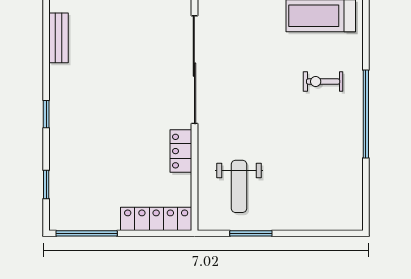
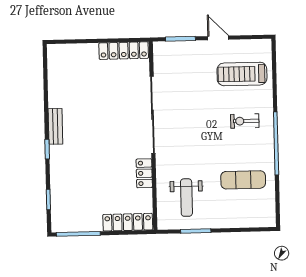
bench: (59, 38) -> (55, 126), moved
exercise mat: (319, 164) -> (243, 180), added

